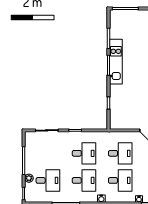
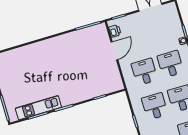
kitchen unit: (116, 62) -> (38, 108), moved

